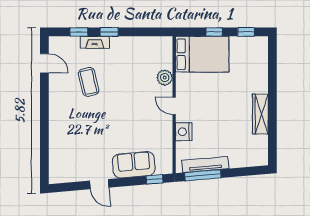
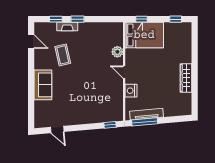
window: (214, 32) -> (142, 19), moved
sofa: (134, 165) -> (43, 85), moved, turned 95
door: (99, 184) -> (57, 129), moved

